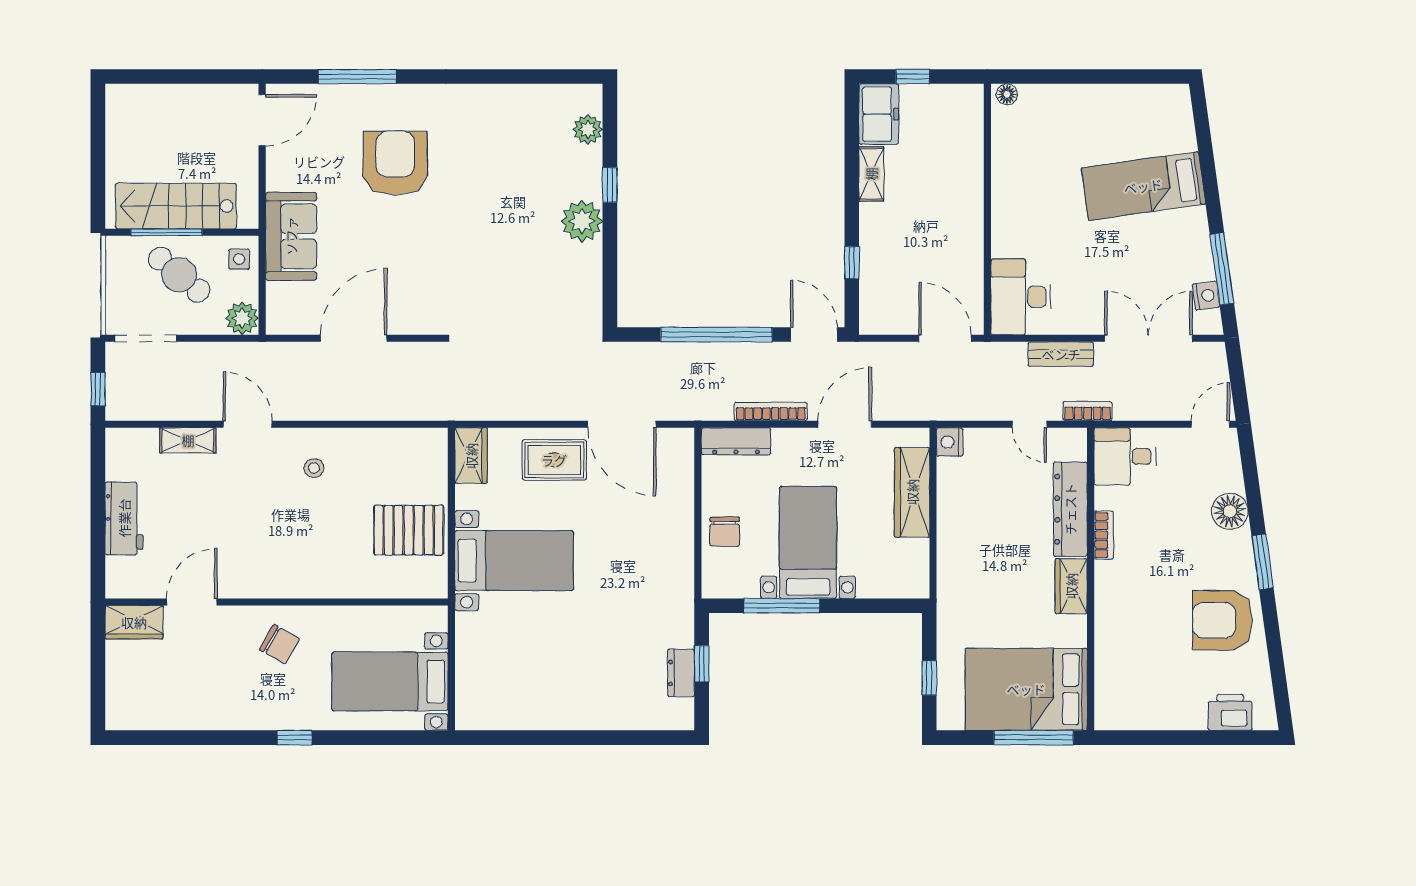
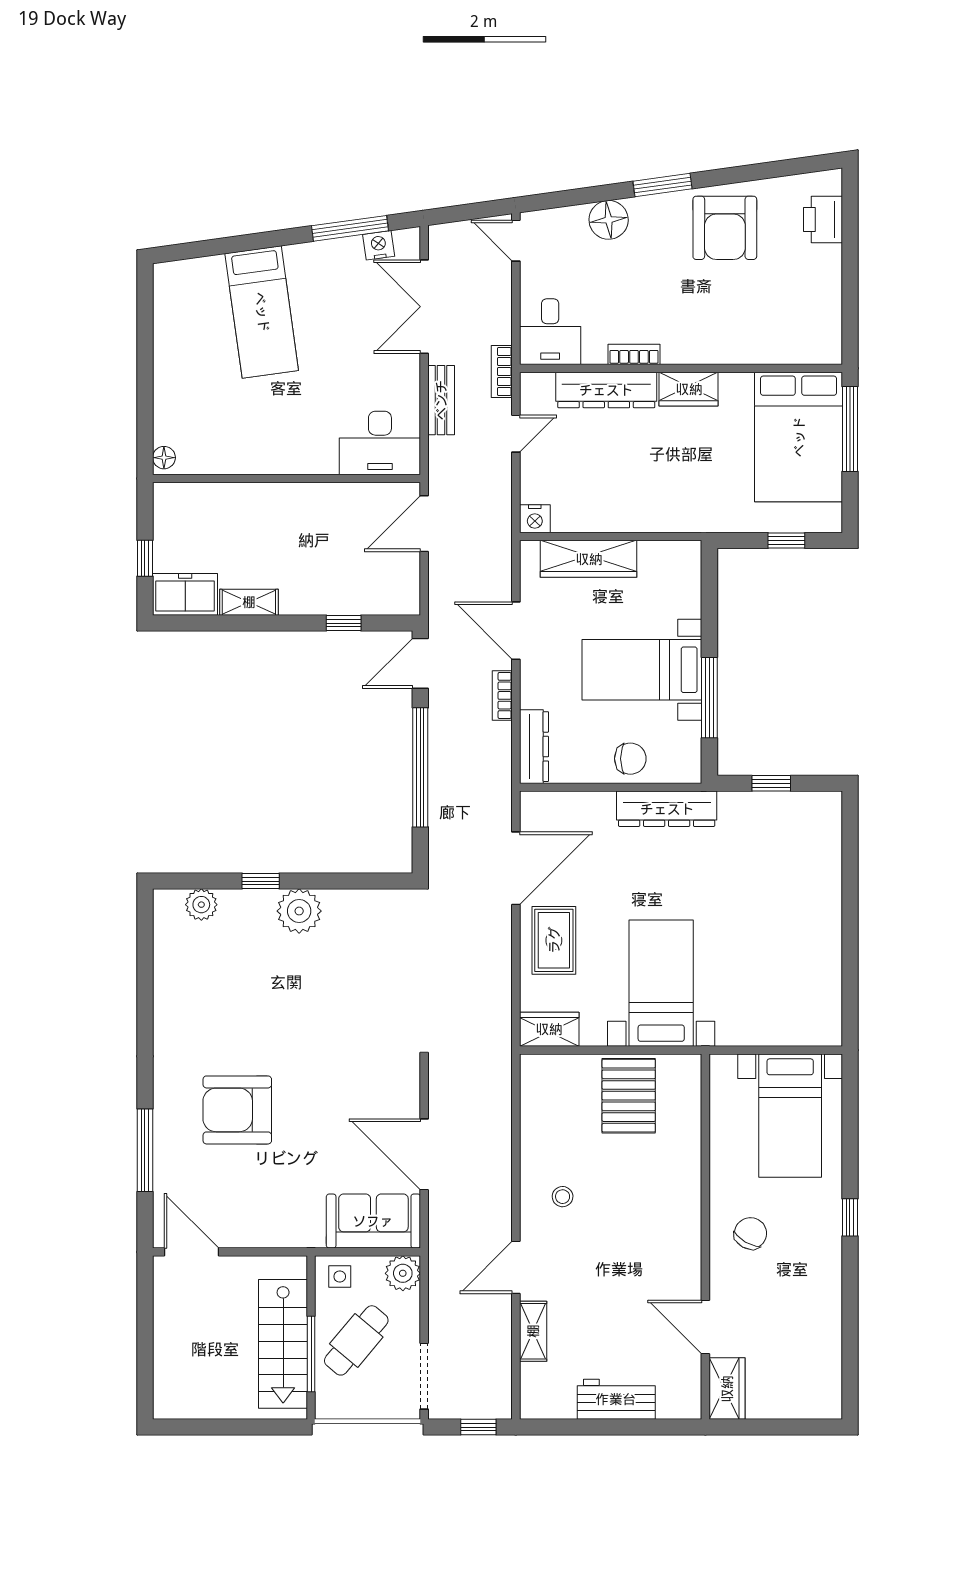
sofa: (291, 236) -> (373, 1221), moved
bookcase: (771, 412) -> (502, 695), width x0.64
dresser: (681, 673) -> (667, 809), moved, width x1.96, depth x1.24

